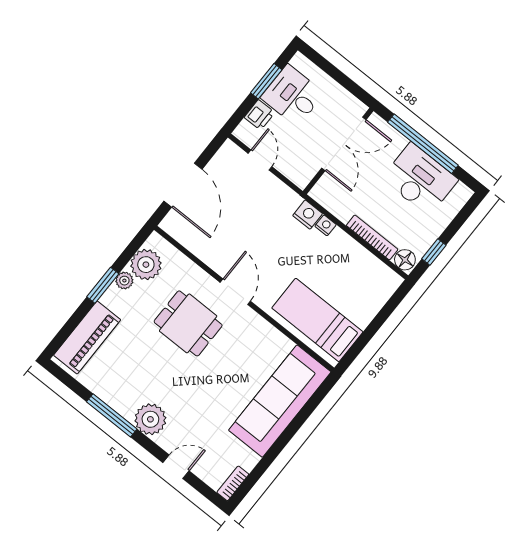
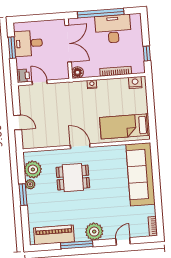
printer: (260, 115) -> (23, 76), moved
door: (183, 185) -> (18, 122), width x0.53
nightstand: (308, 215) -> (135, 83), moved
floor lamp: (405, 260) -> (77, 72), moved
piano: (87, 338) -> (54, 235), moved, turned -90

